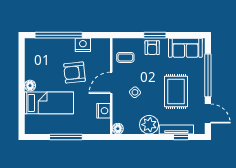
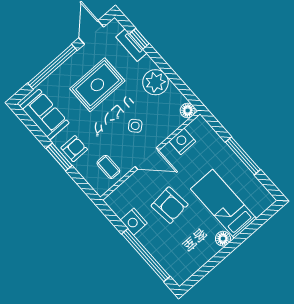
tv unit: (176, 129) -> (131, 45), width x0.71

